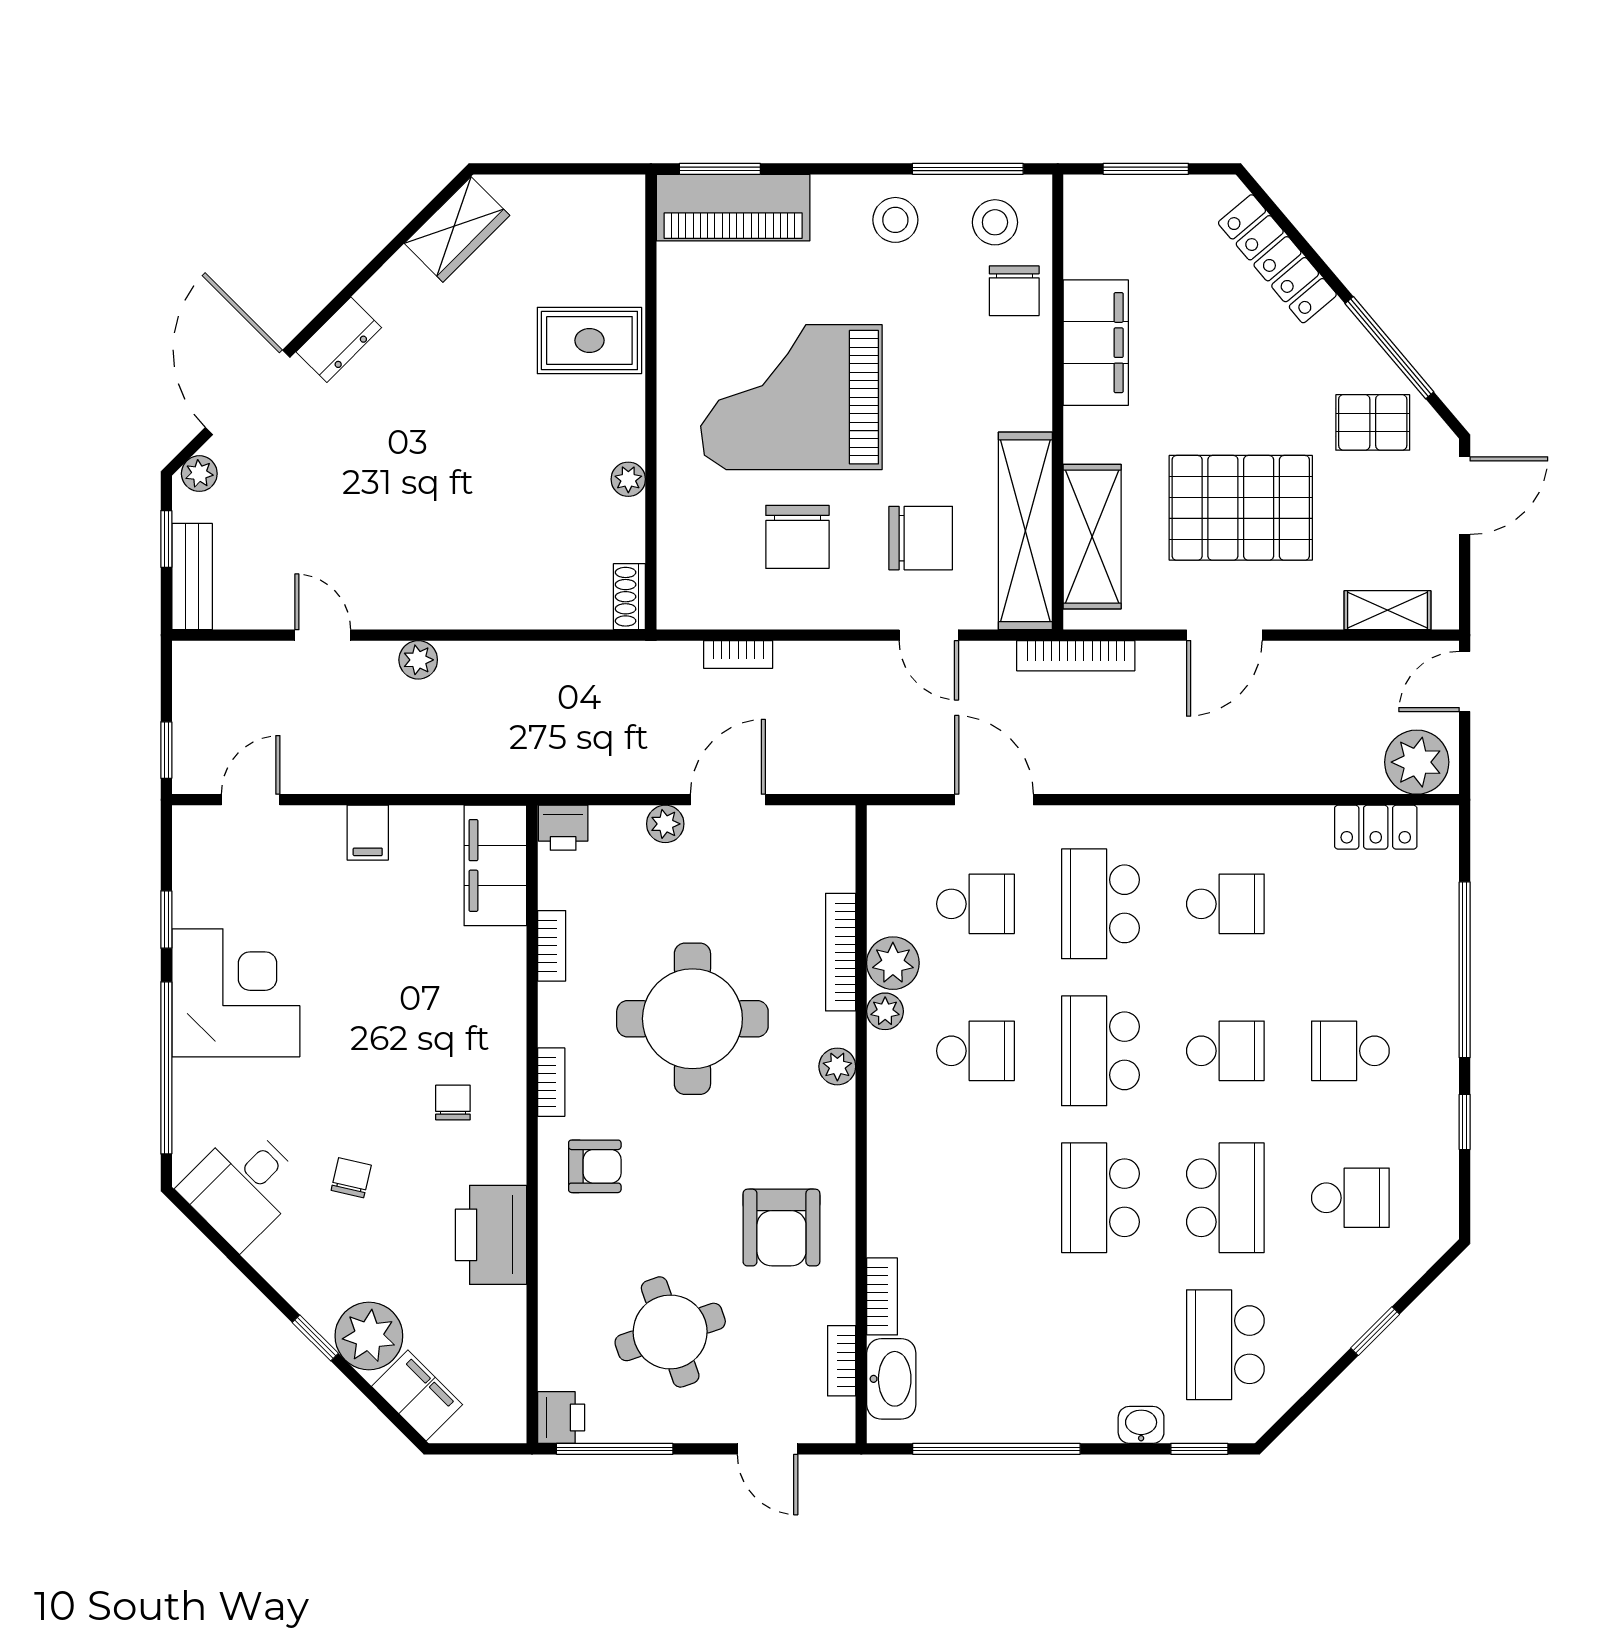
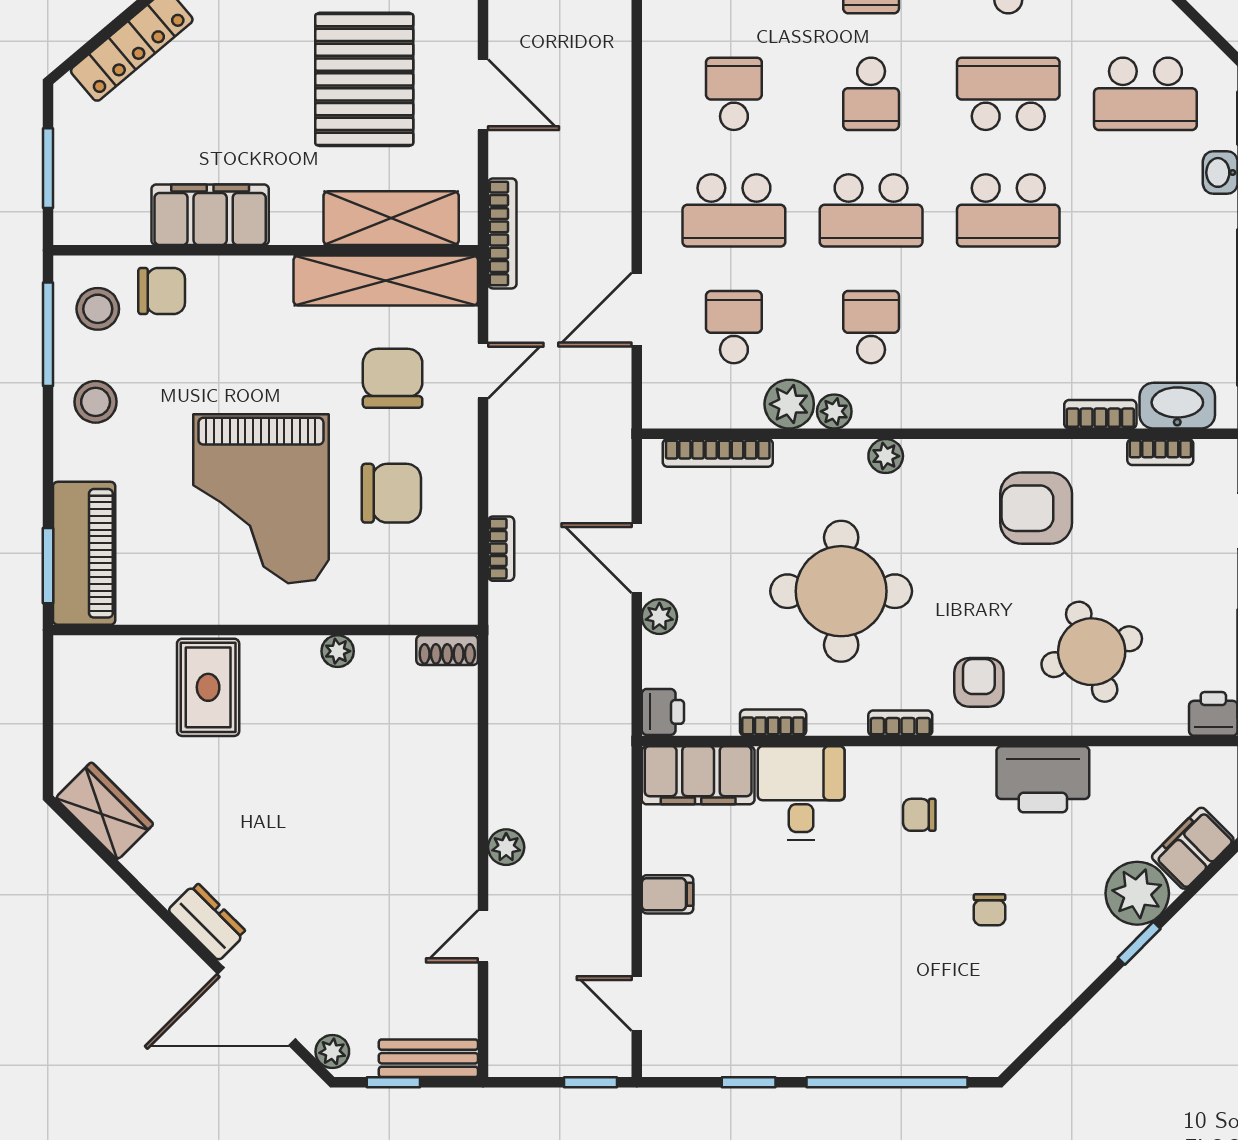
bookcase: (841, 952) -> (718, 453), moved
corner desk: (236, 993) -> (817, 1017), removed
school desk: (1225, 1051) -> (871, 94), turned 180
chair: (351, 1178) -> (990, 910), turned -103
desk: (242, 1186) -> (801, 793), moved, turned -135
armchair: (781, 1228) -> (1036, 508), turned 180
round table: (670, 1332) -> (1092, 652), moved

